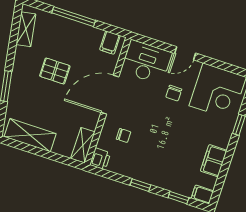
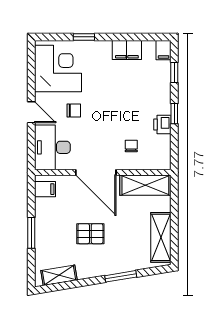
window: (74, 17) -> (31, 233), width x0.69
pallet: (55, 71) -> (90, 234), turned 90
shelving: (83, 145) -> (145, 185), width x1.50, depth x1.33
printer: (100, 159) -> (162, 125), moved, turned -90

